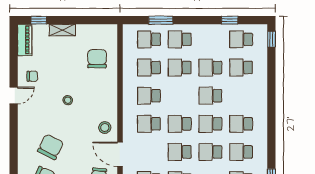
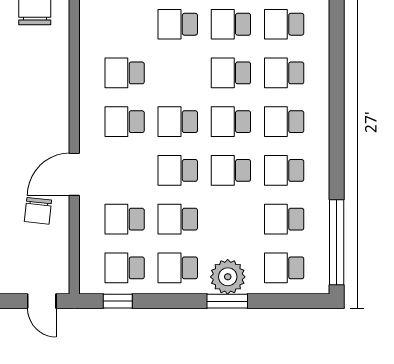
school desk: (149, 68) -> (284, 73), moved
stool: (105, 128) -> (48, 128), removed
door: (120, 154) -> (74, 174), hinge flipped

